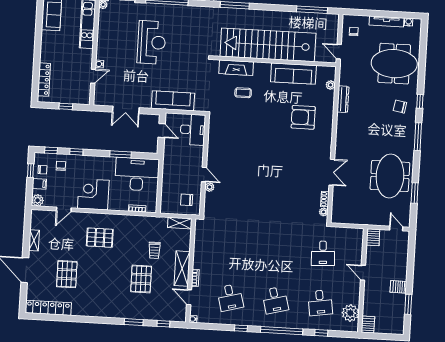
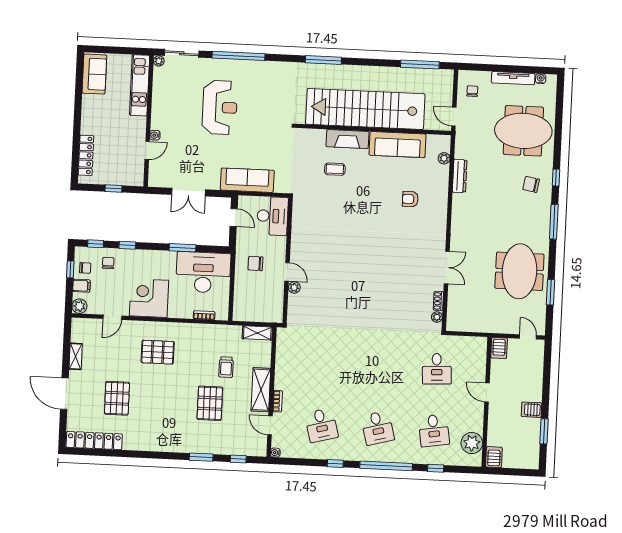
fireplace: (236, 68) -> (347, 139), moved
armchair: (303, 117) -> (410, 199), width x0.53, depth x0.53
chair: (187, 200) -> (255, 263), moved

